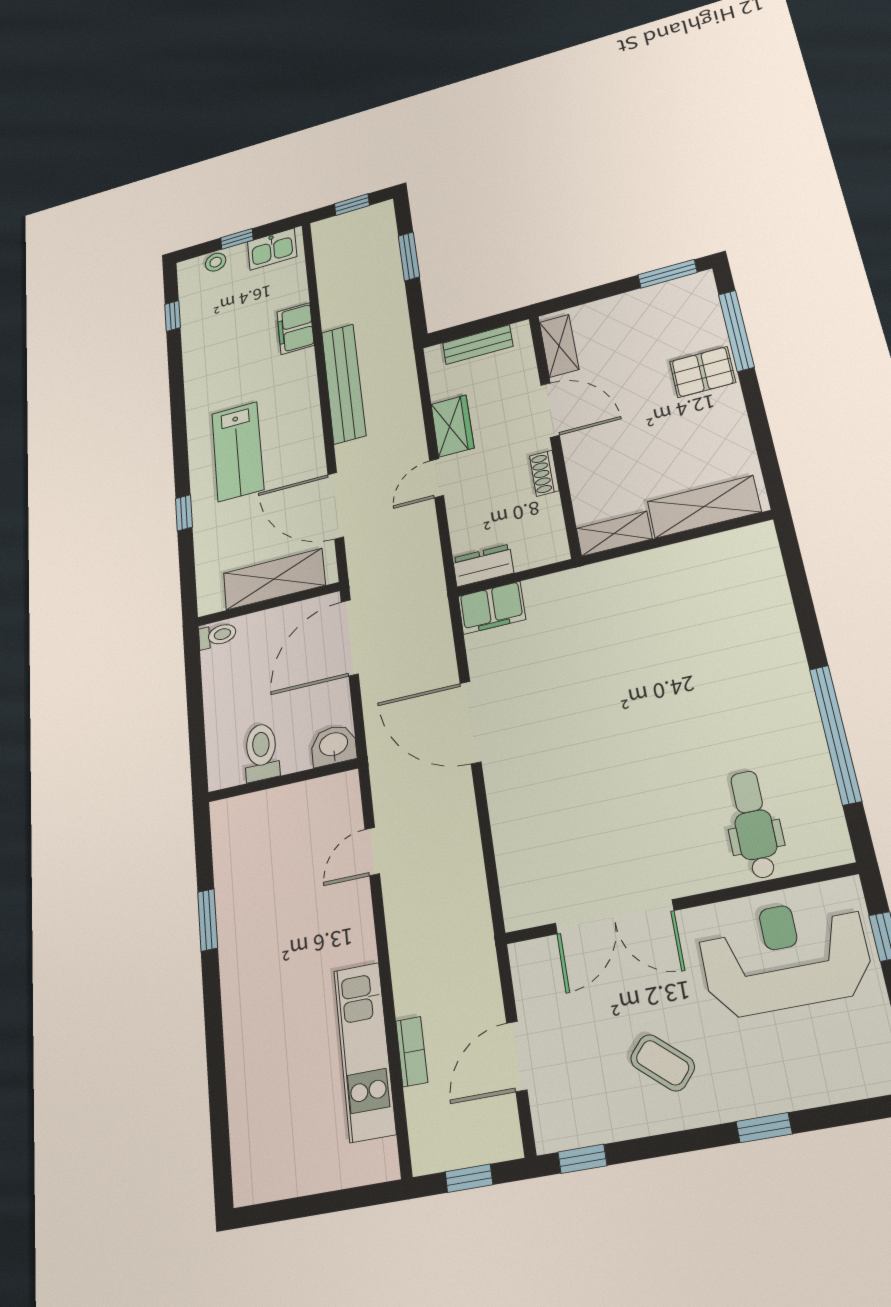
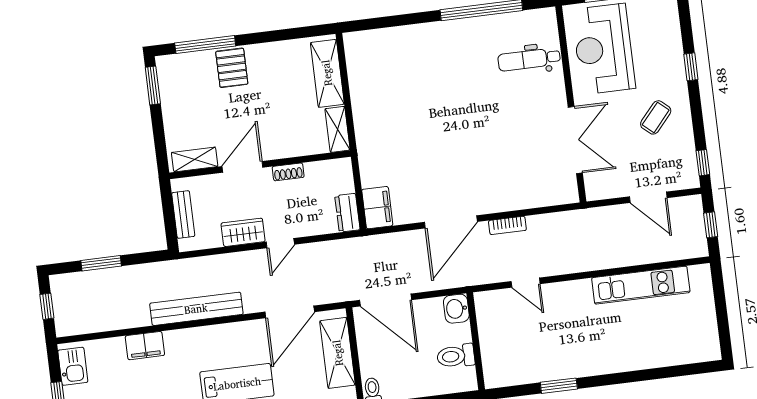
door: (437, 478) -> (280, 243), hinge flipped
bookcase: (412, 1052) -> (507, 225), moved, turned 180

